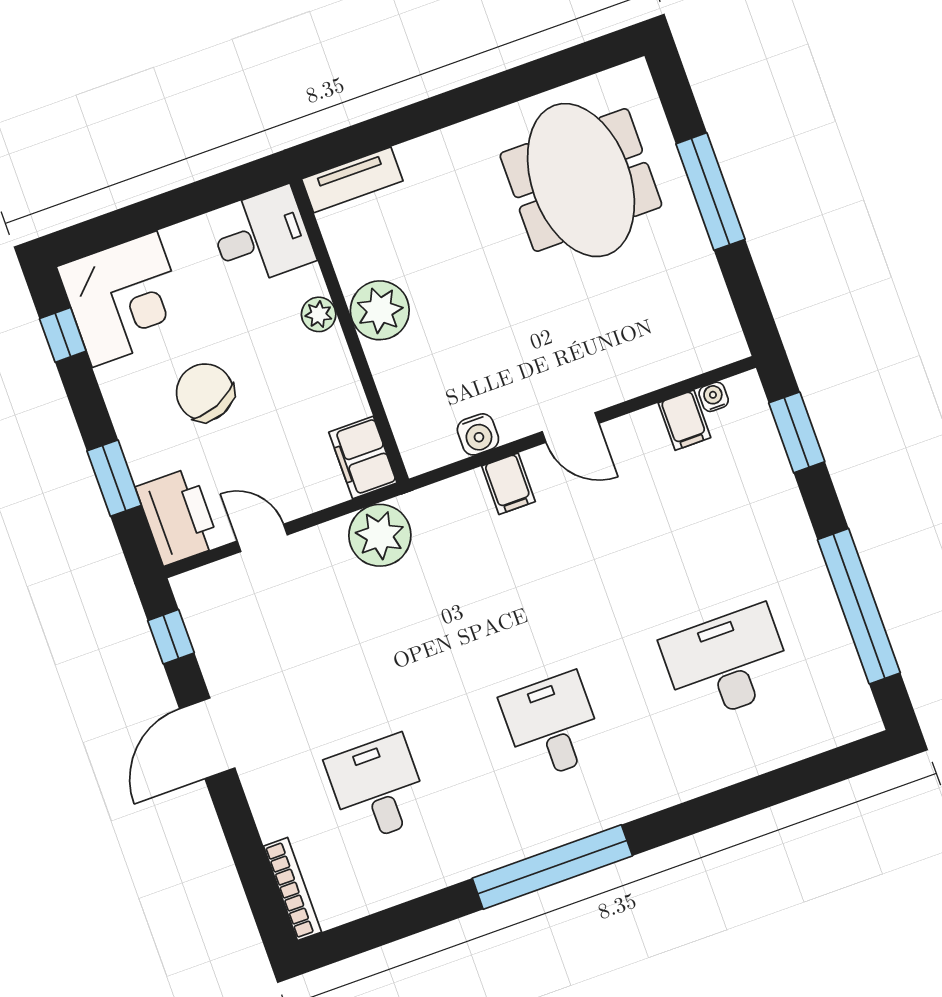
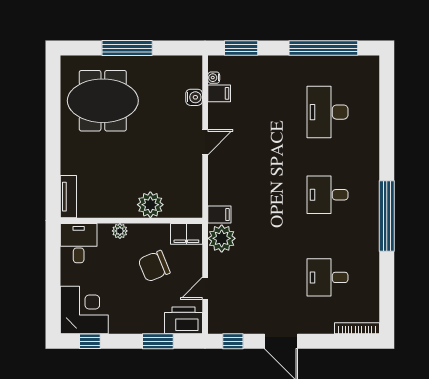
plant: (380, 310) -> (150, 205), moved
chair: (205, 392) -> (154, 266), moved
water cooler: (478, 434) -> (194, 97), moved
filing cabinet: (509, 484) -> (219, 215), moved

